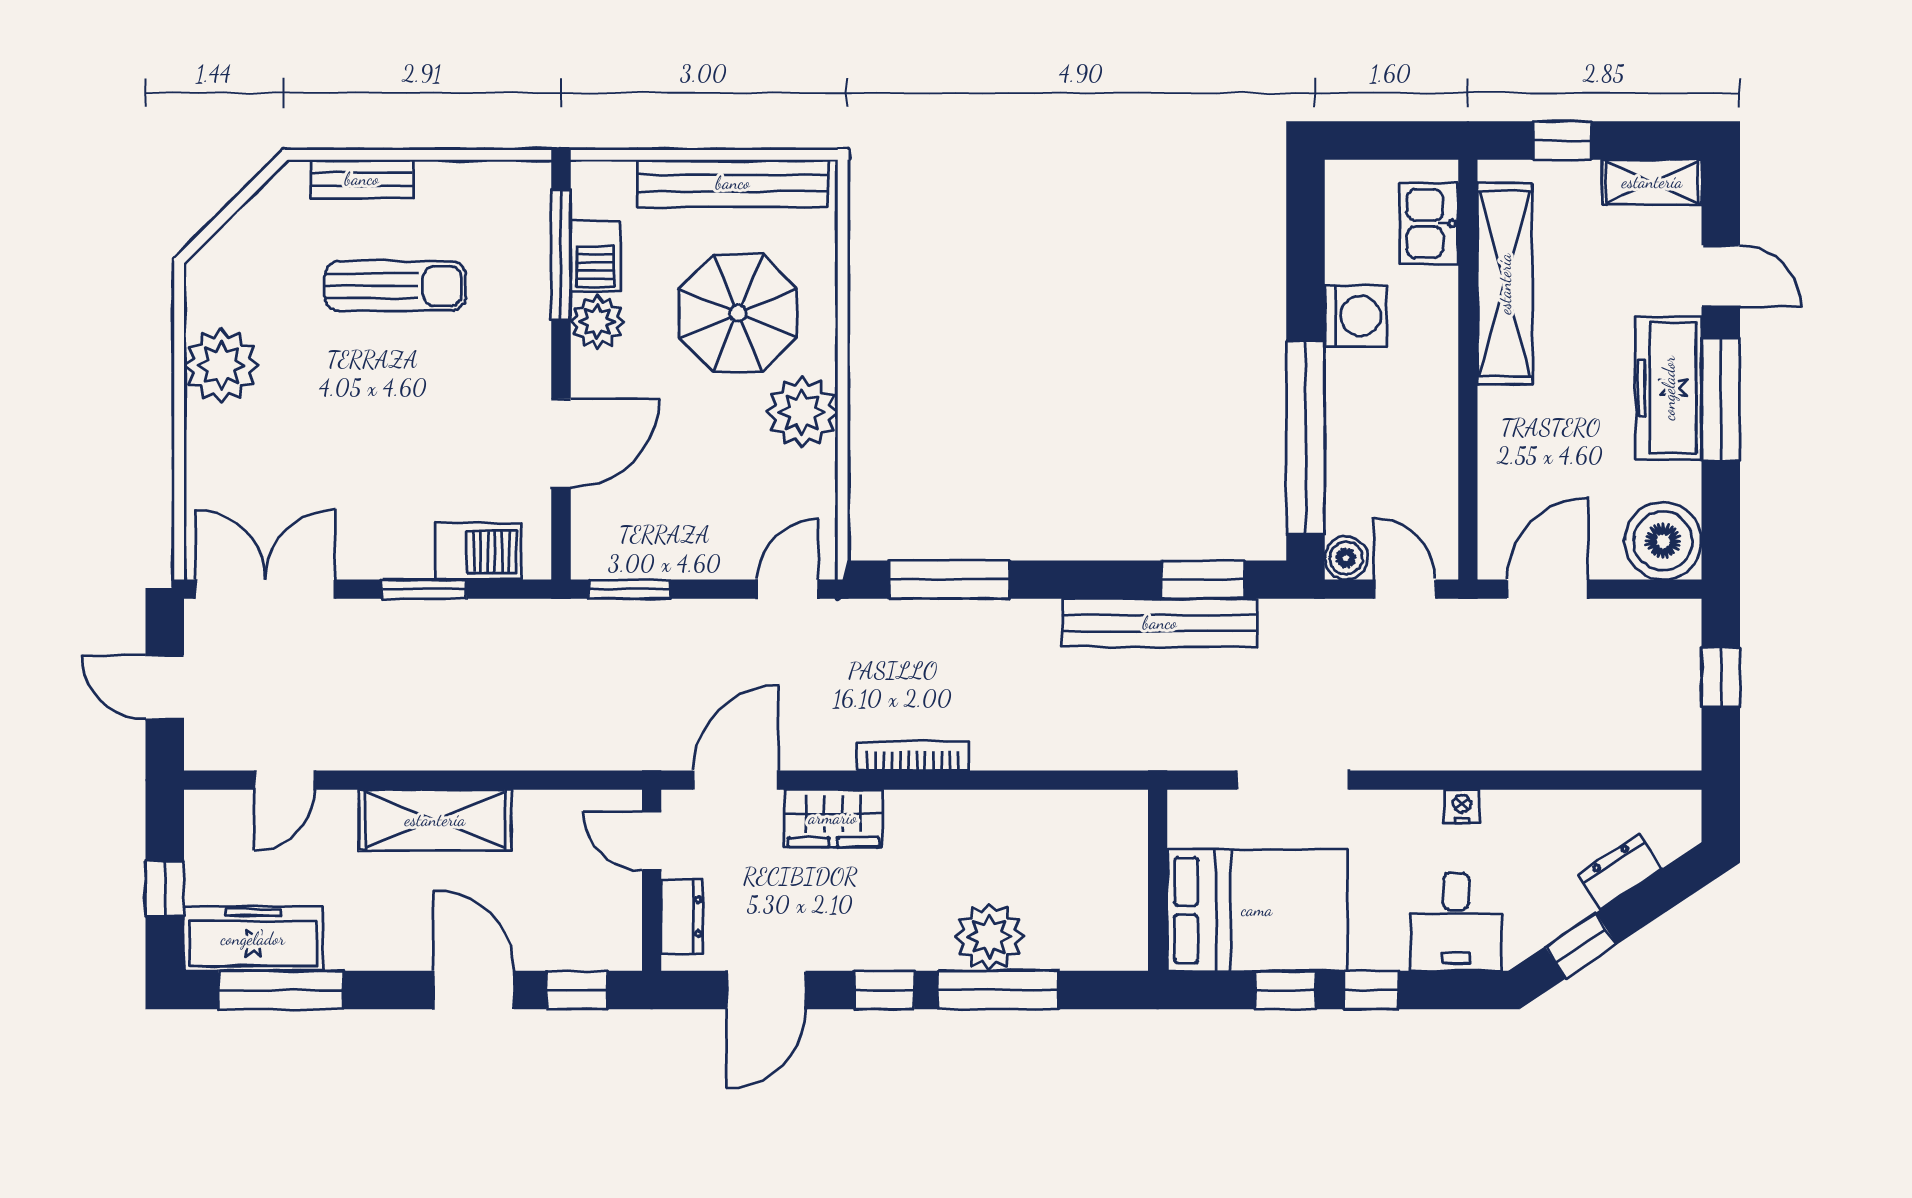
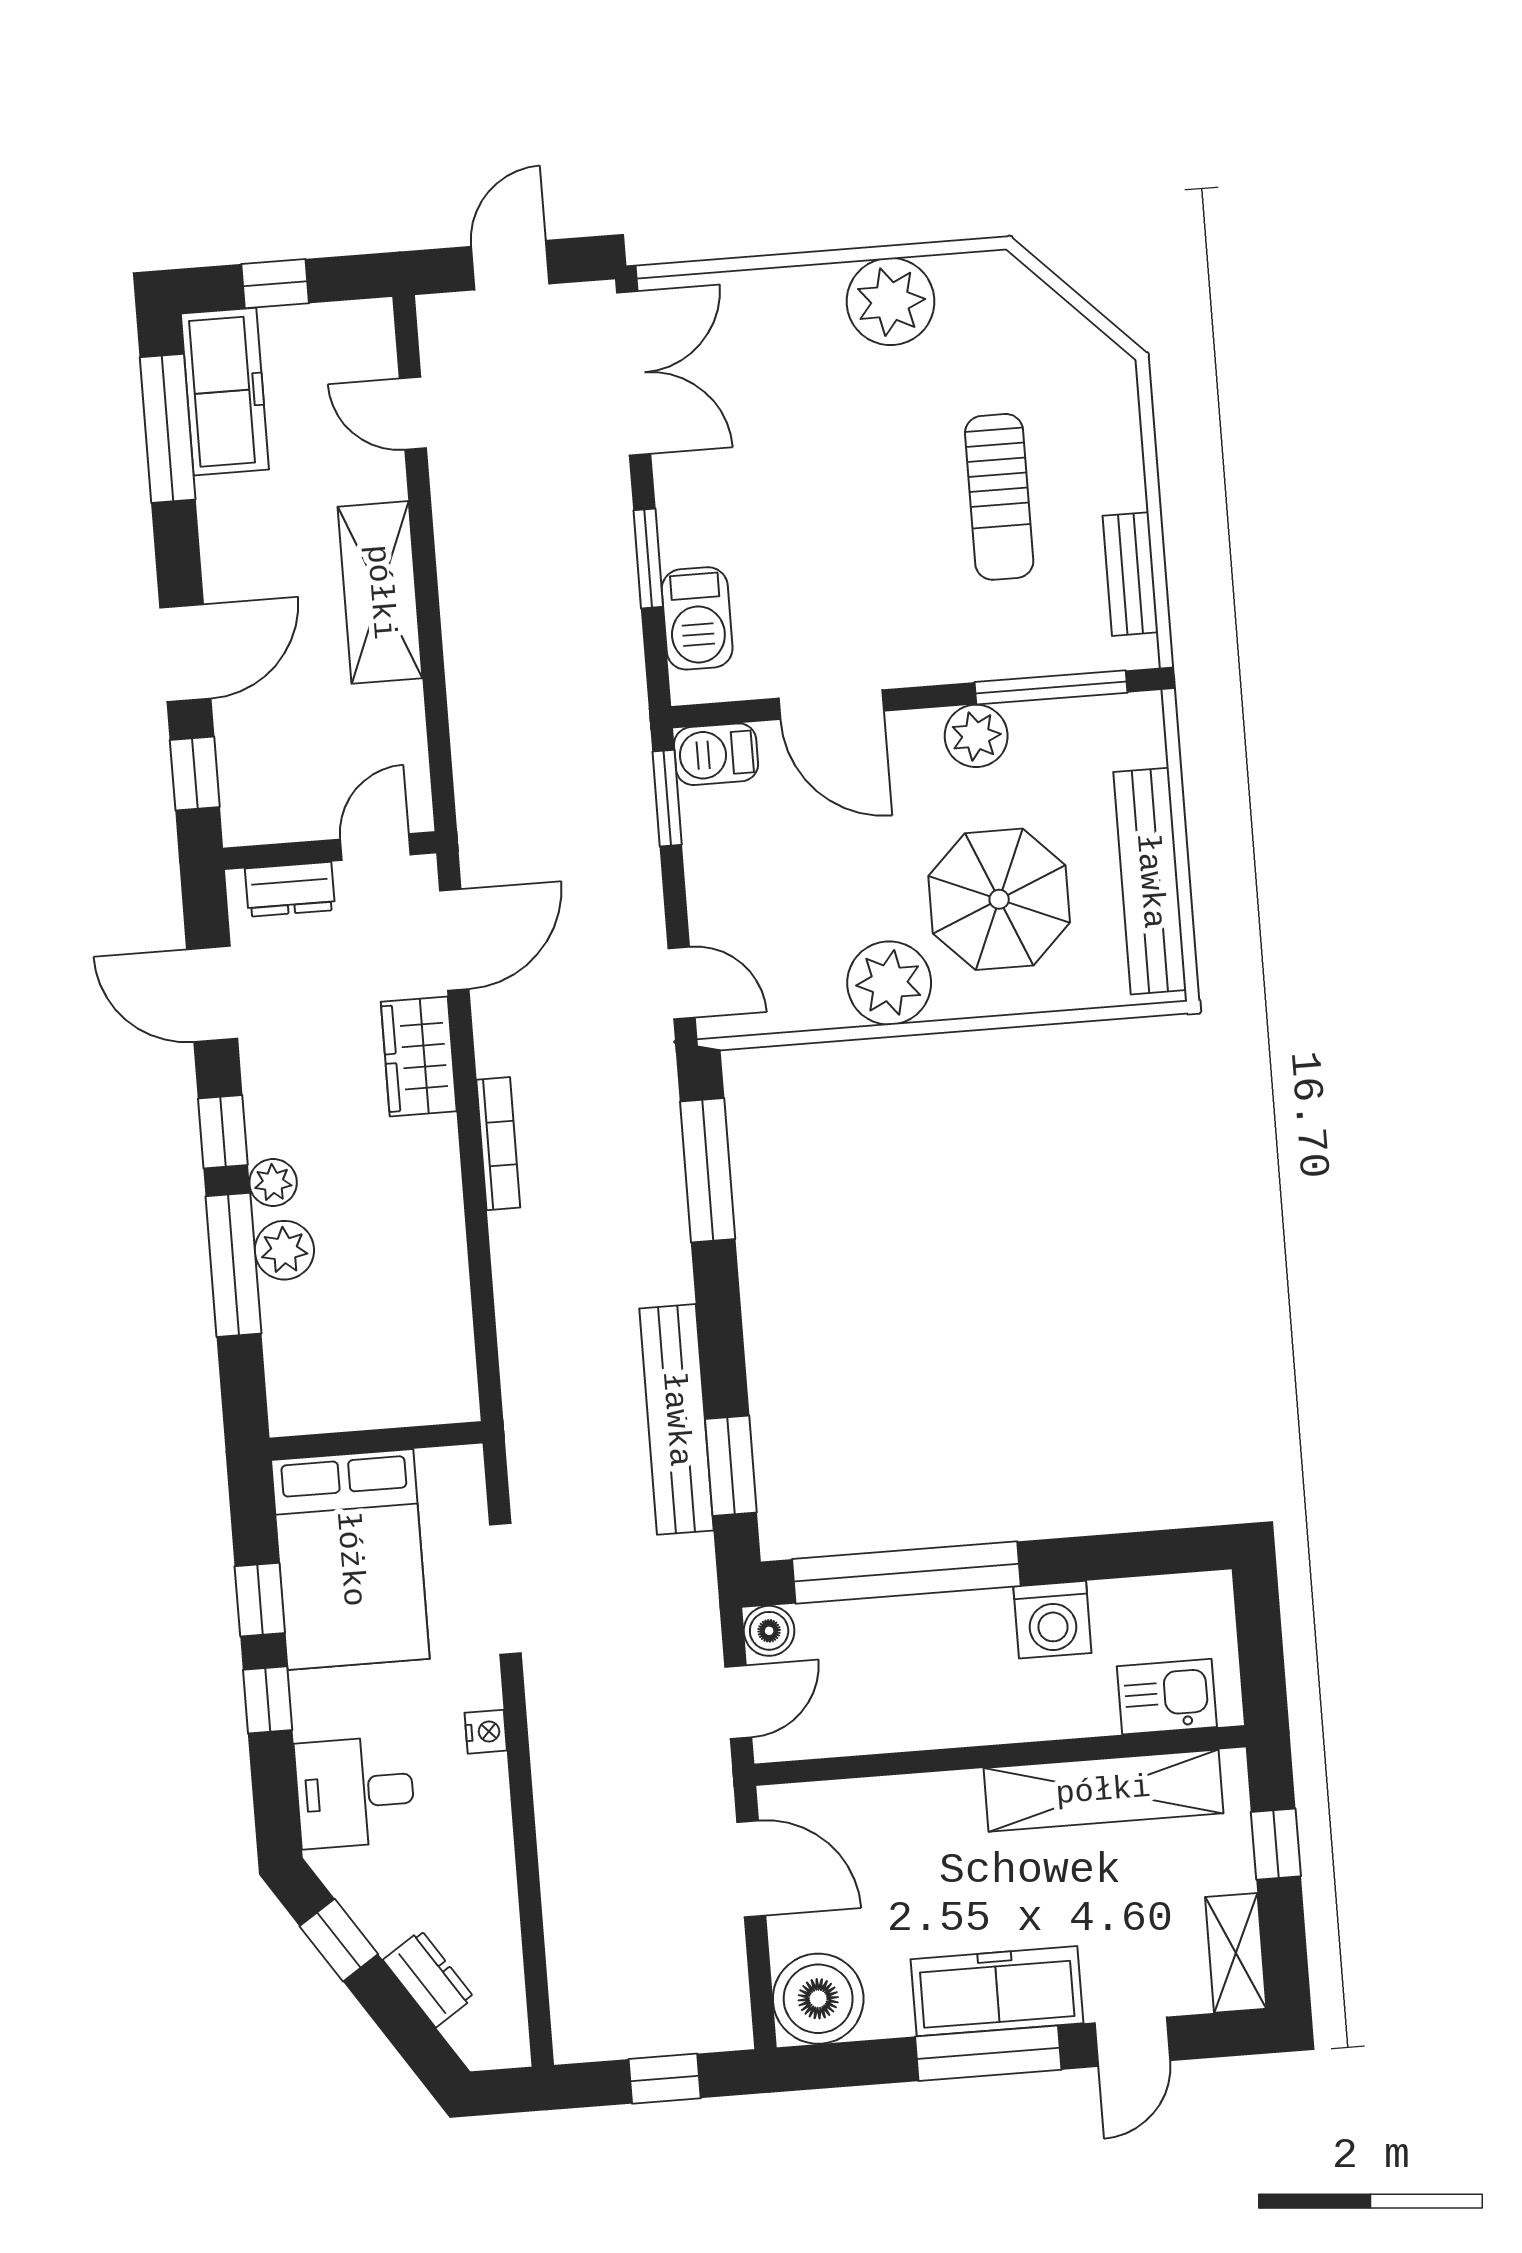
bench: (362, 179) -> (1130, 574), moved
barbecue: (595, 256) -> (716, 754), moved
door: (736, 780) -> (454, 940), hinge flipped
nightstand: (1462, 806) -> (486, 1732), moved
plant: (989, 937) -> (284, 1250), width x0.73, depth x0.73
plant: (931, 951) -> (273, 1183), added

